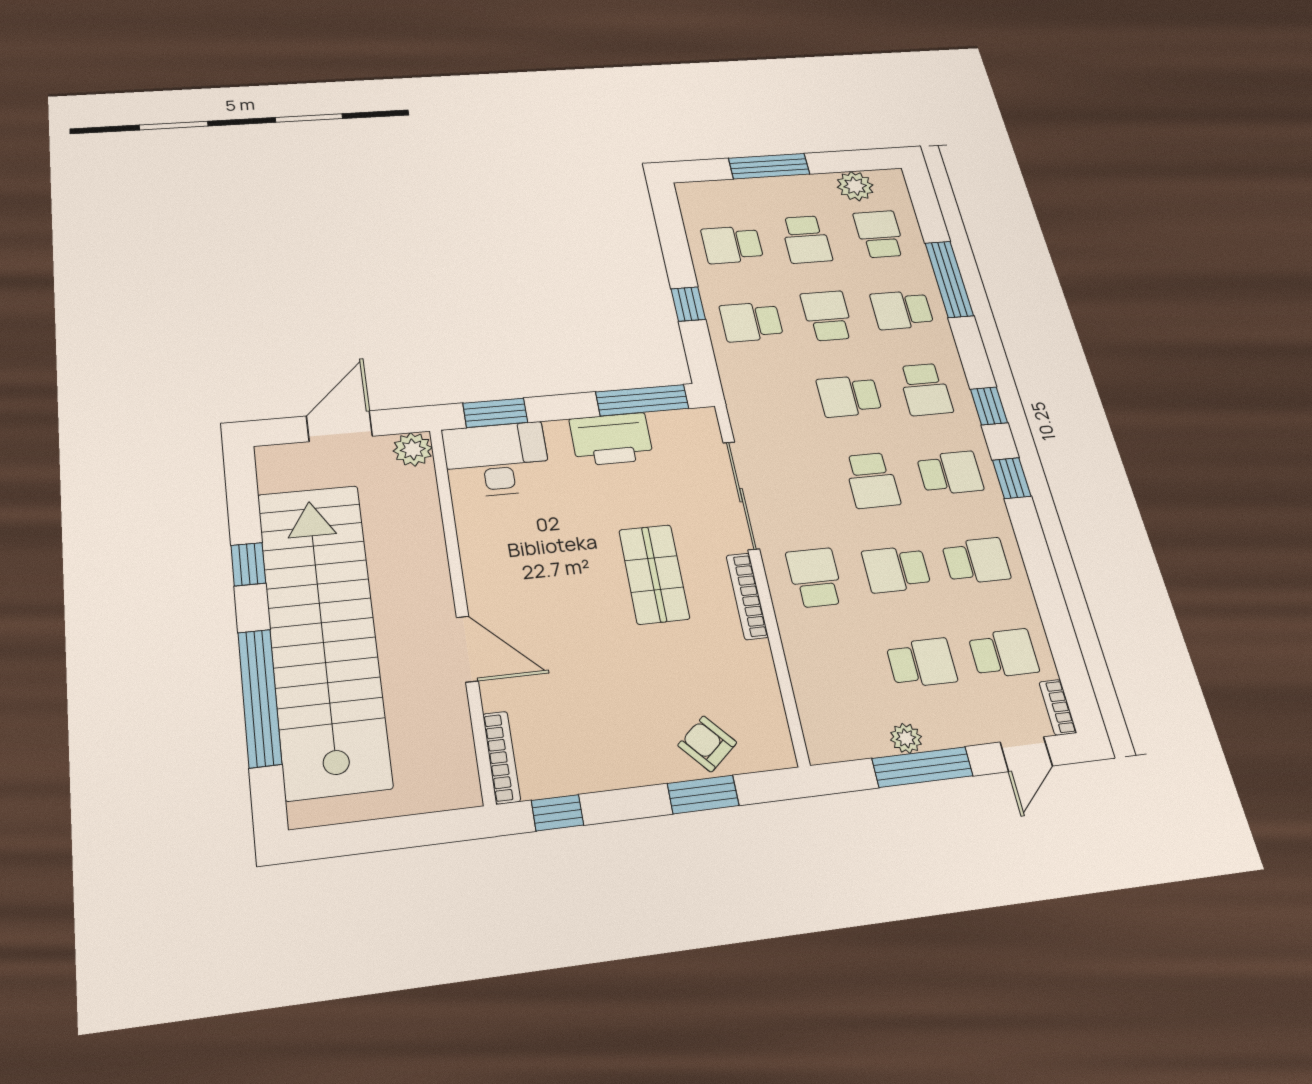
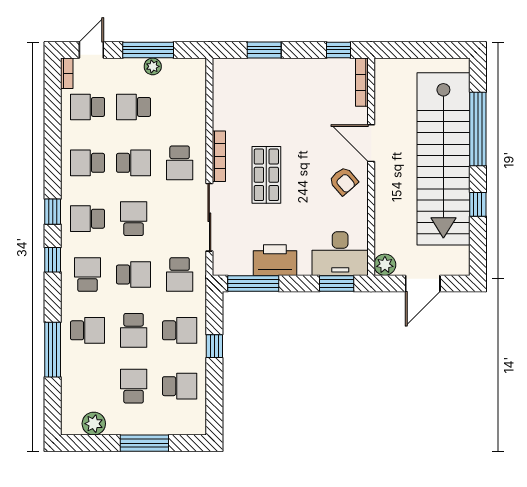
school desk: (879, 234) -> (180, 275), moved
armchair: (707, 744) -> (344, 181), moved

